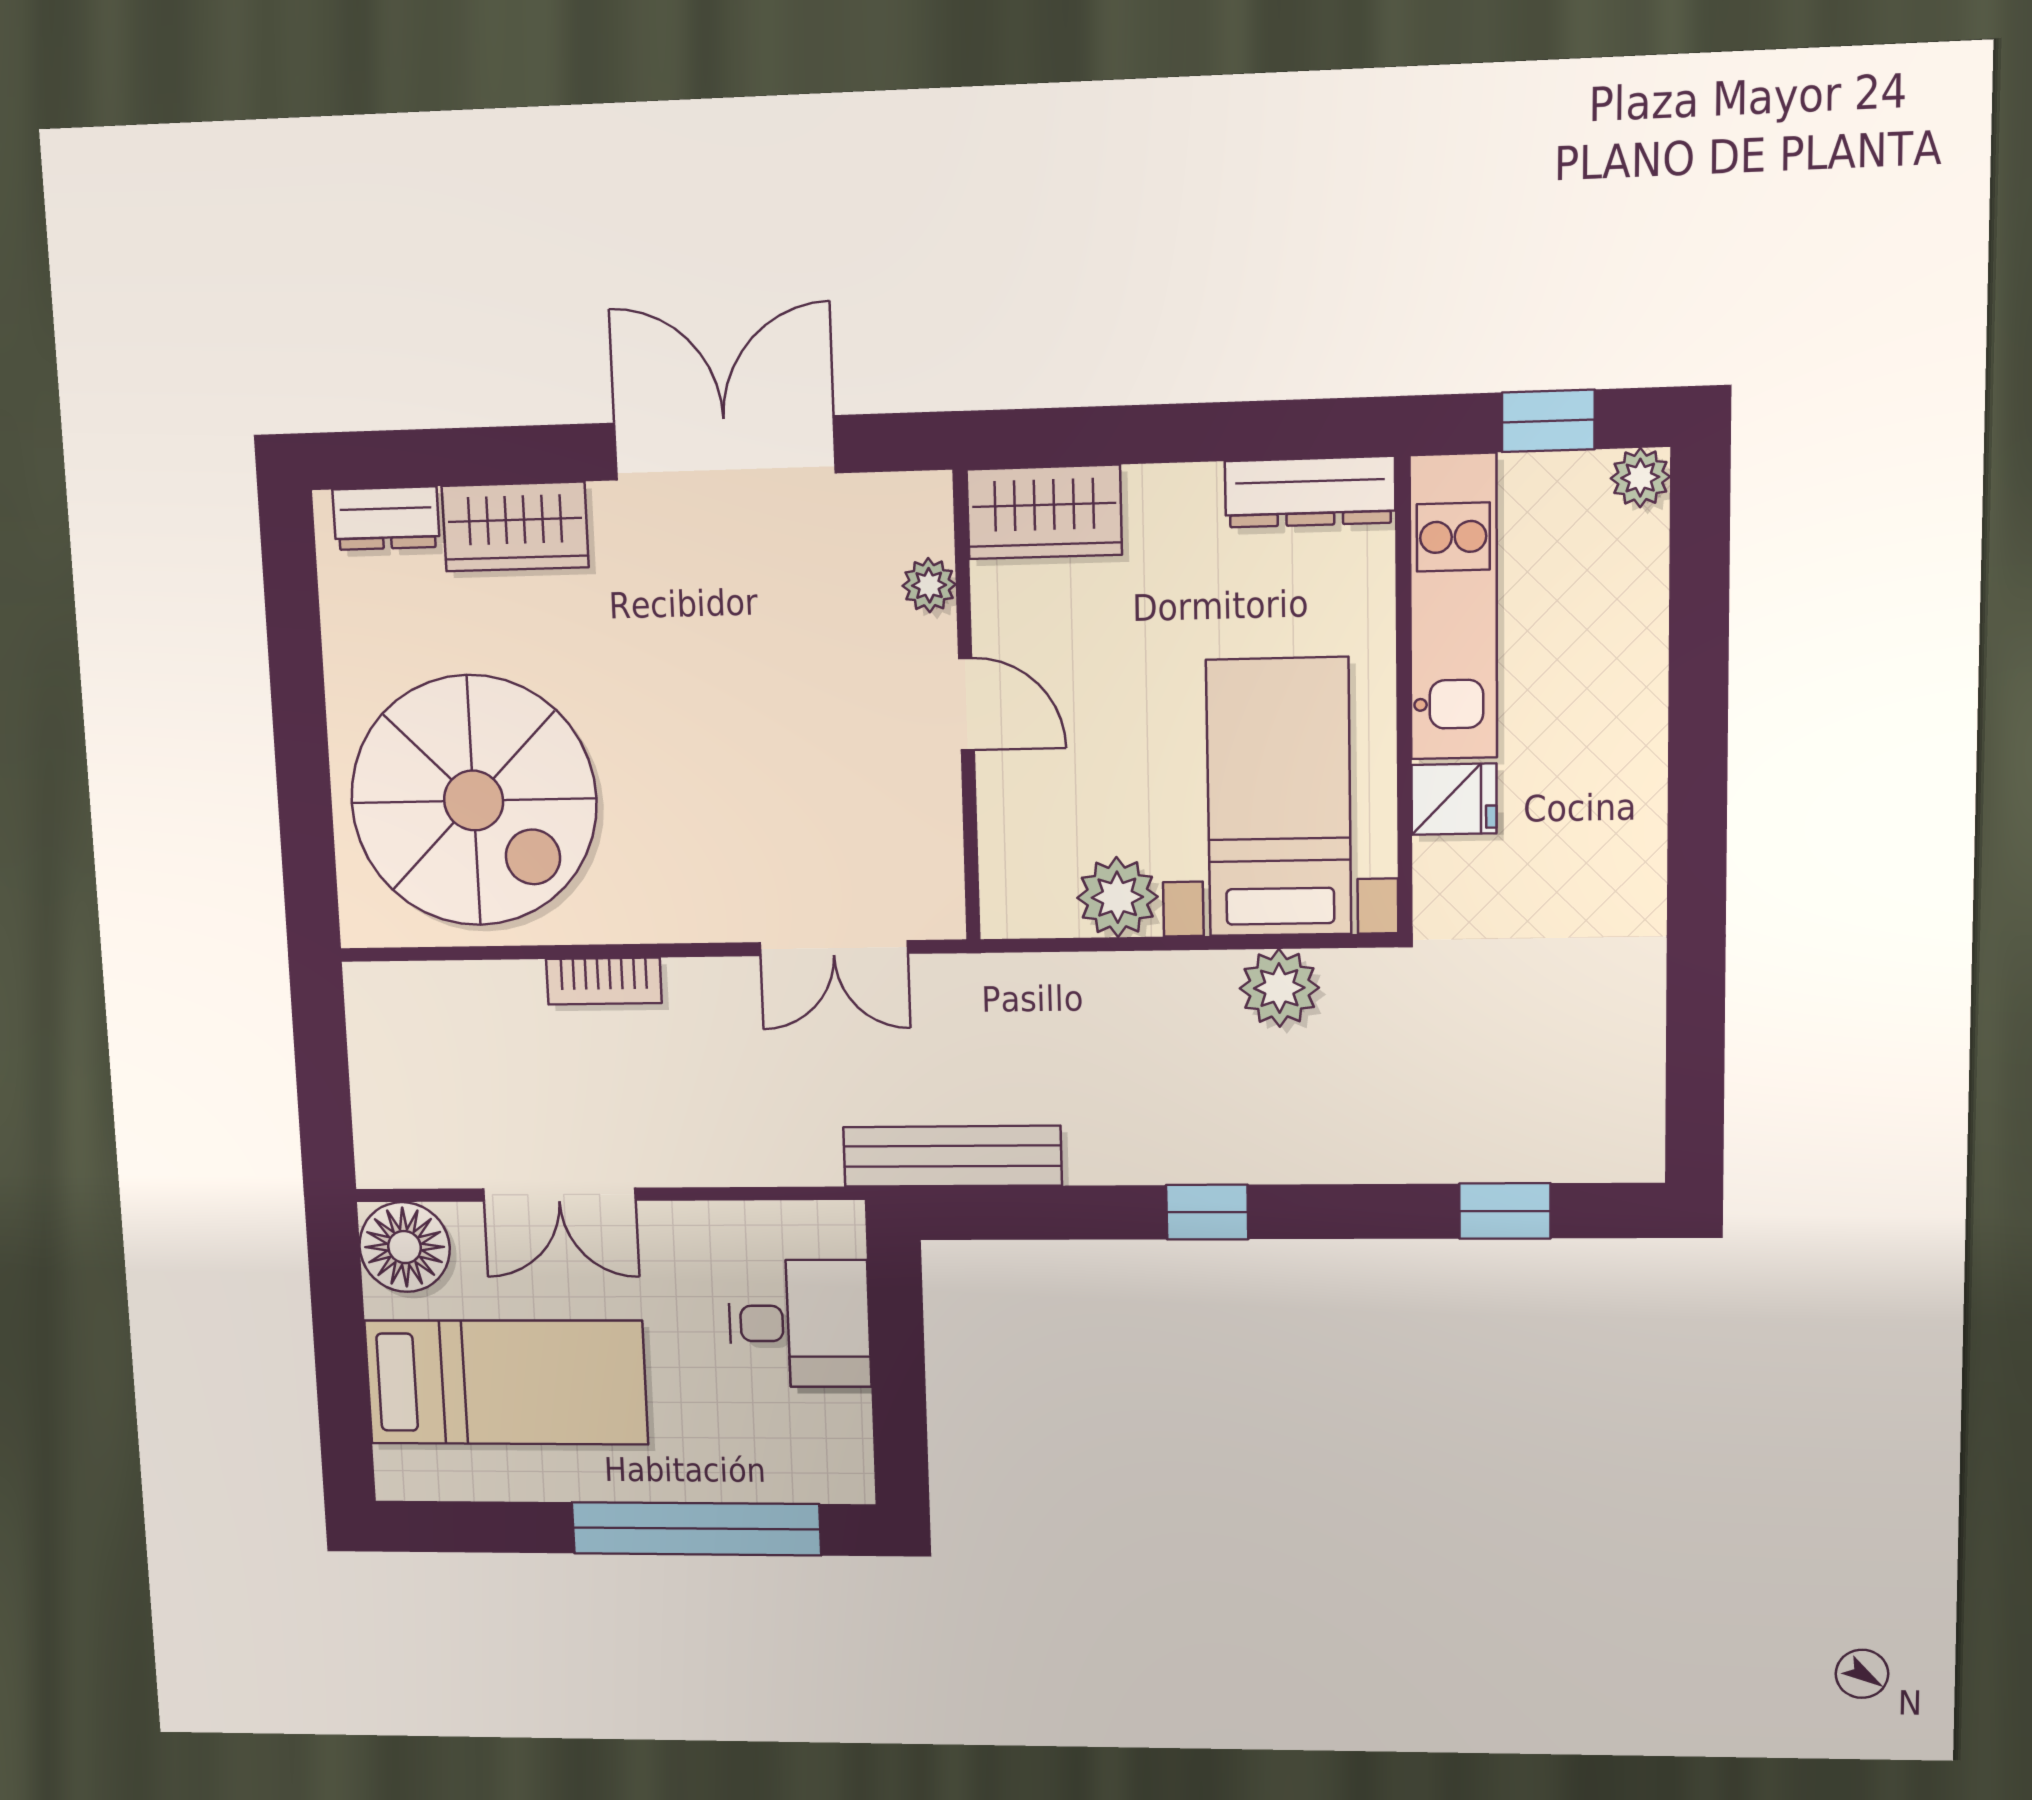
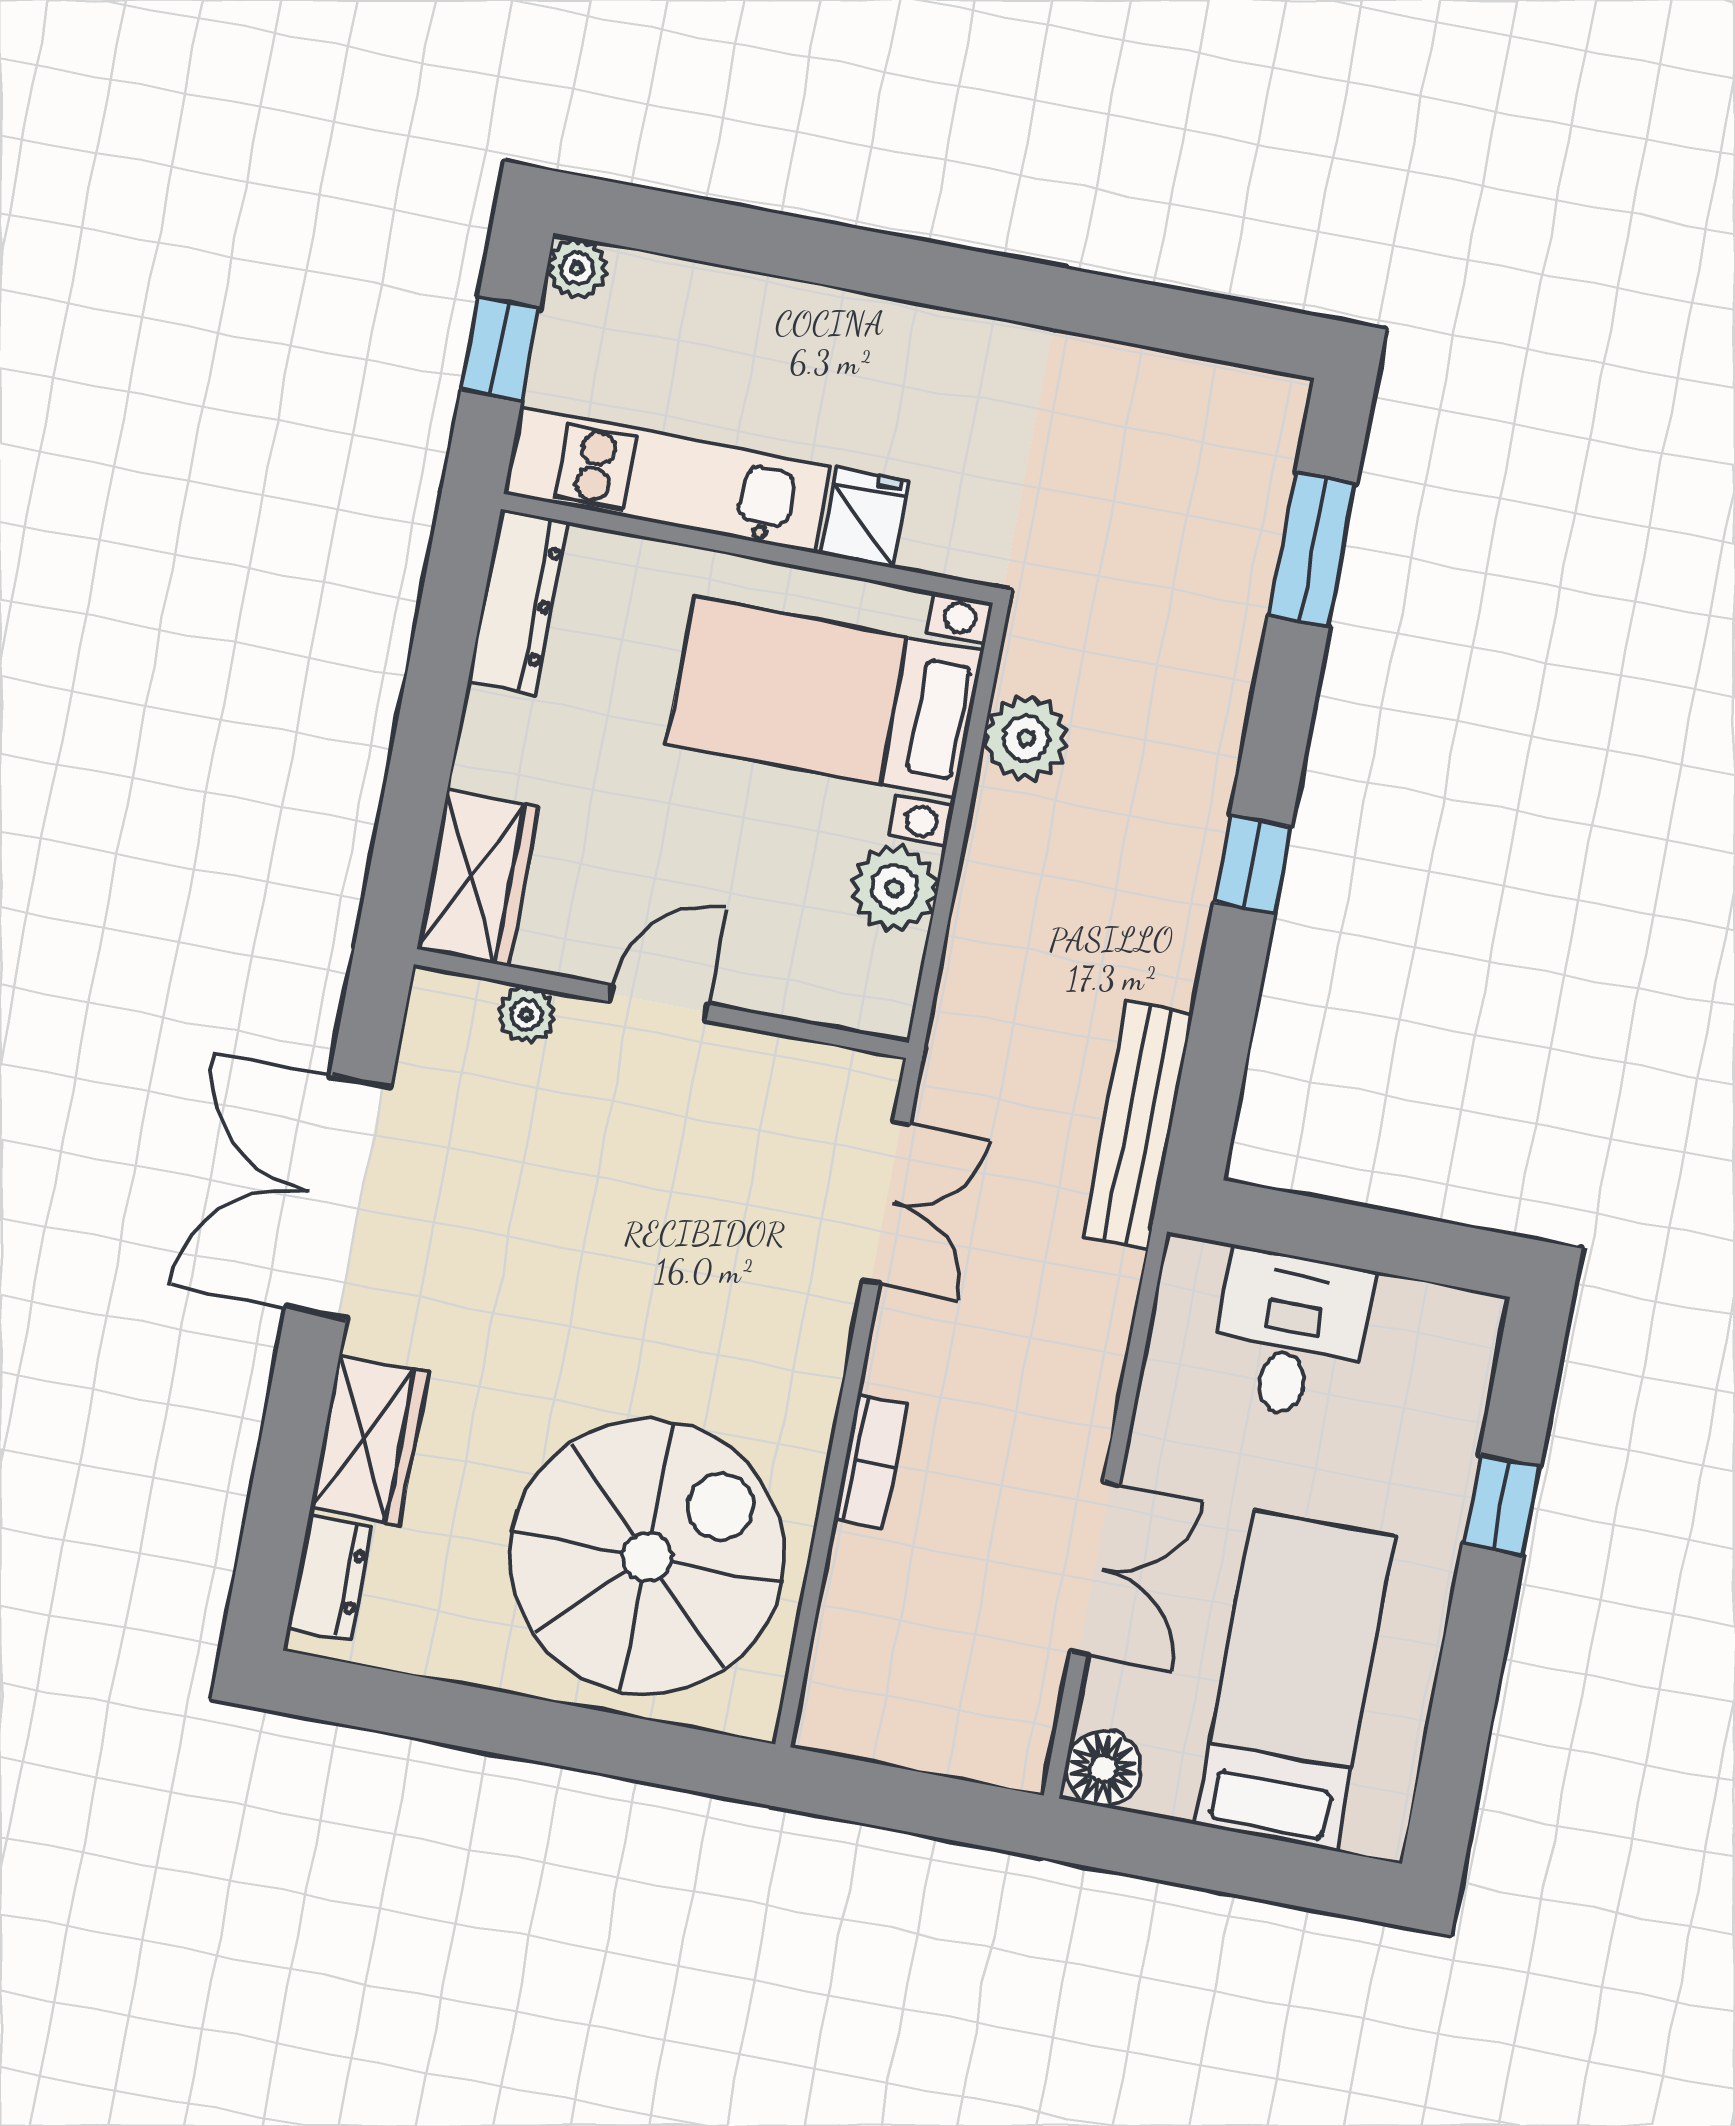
window: (1505, 1211) -> (1312, 550), width x1.50
floor lamp: (405, 1247) -> (1103, 1768), width x0.73, depth x0.73
window: (696, 1529) -> (1501, 1505), width x0.32

